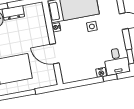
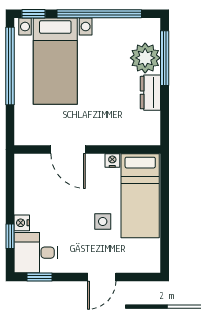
door: (54, 54) -> (68, 150), swing flipped

